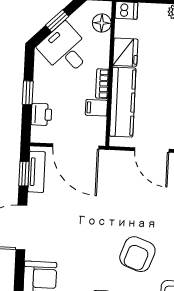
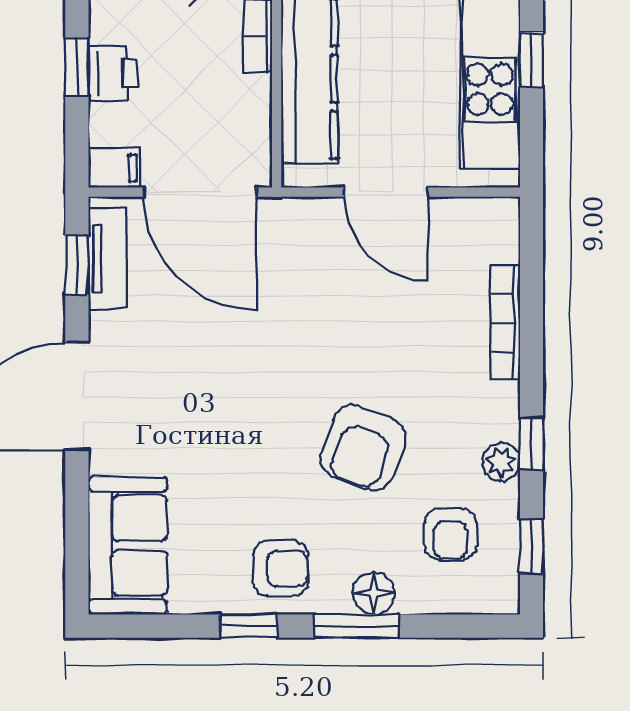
filing cabinet: (96, 108) -> (114, 168), moved, turned 180
printer: (41, 114) -> (113, 73), moved

